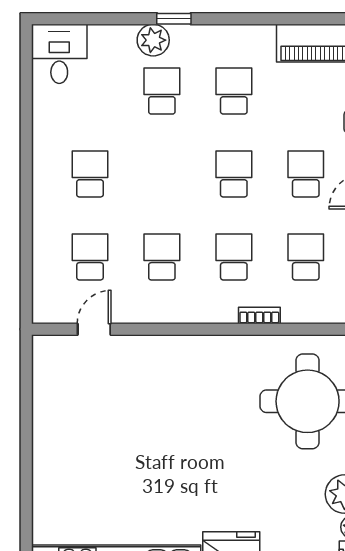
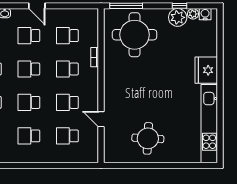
school desk: (162, 174) -> (29, 102), added
door: (94, 329) -> (101, 119), moved
round table: (85, 430) -> (148, 138), added

